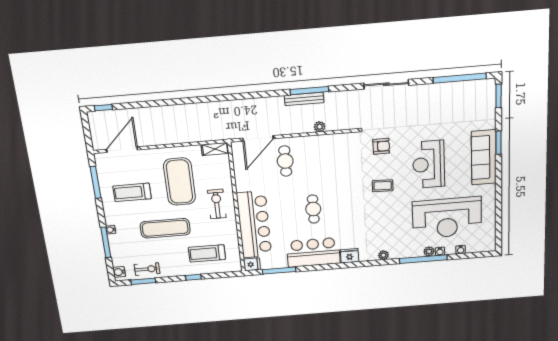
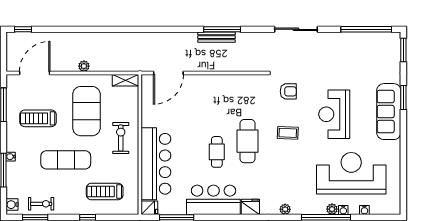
plant: (320, 127) -> (84, 66), moved
cafe table: (285, 161) -> (248, 141), moved, width x1.37, depth x1.35
reception desk: (447, 218) -> (351, 173), turned 180

